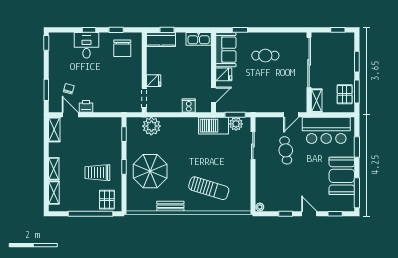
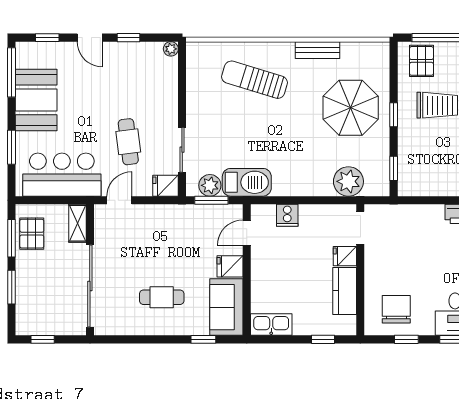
kitchen counter: (161, 39) -> (345, 291), moved, turned -90
fridge: (263, 124) -> (165, 186), added

